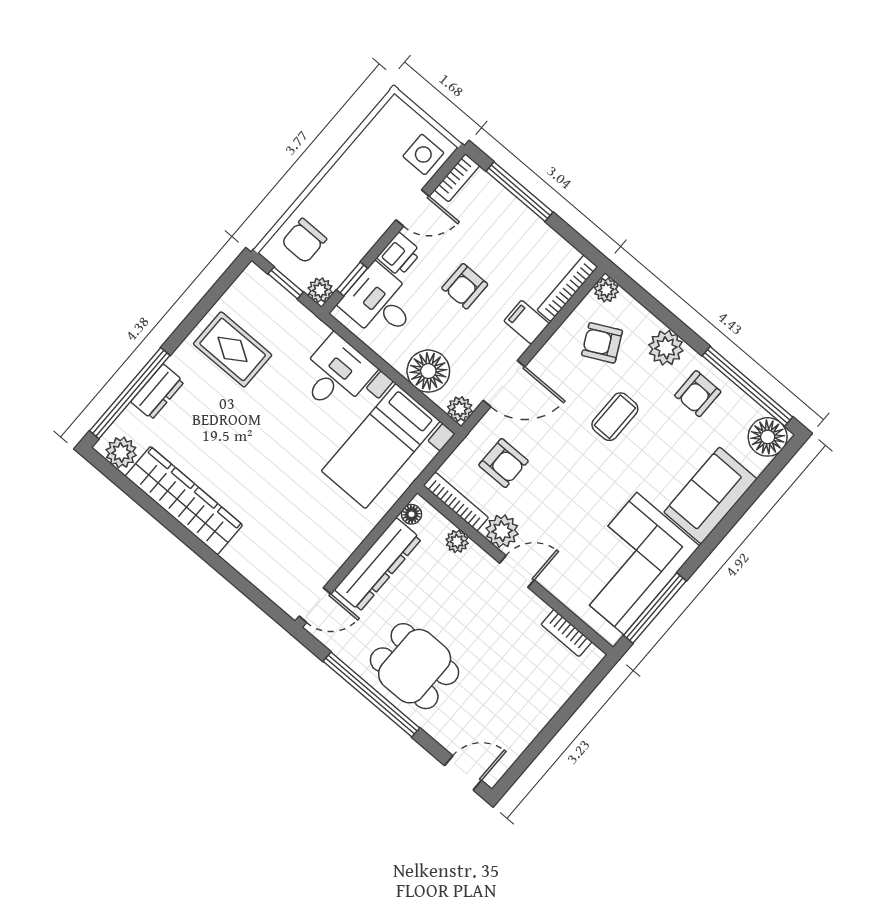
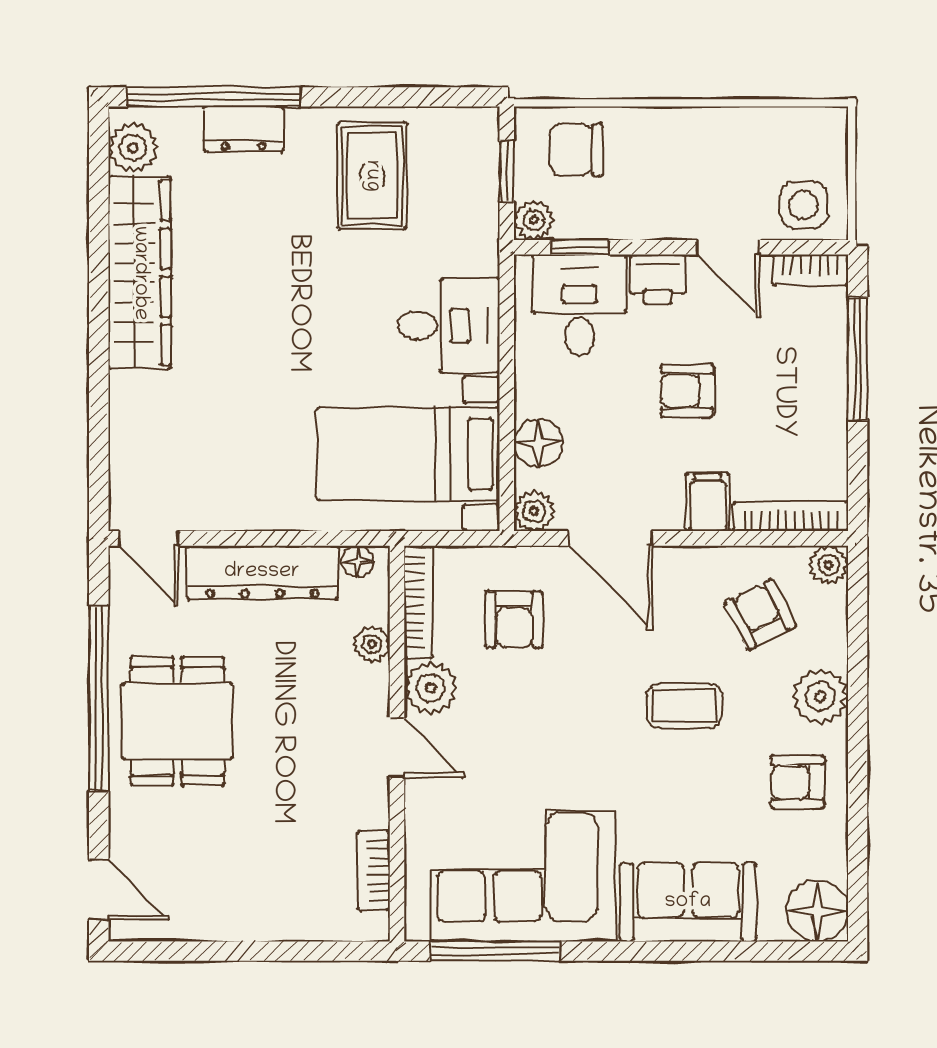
floor lamp: (428, 371) -> (538, 443), width x0.73, depth x0.73
window: (747, 386) -> (858, 835), removed

